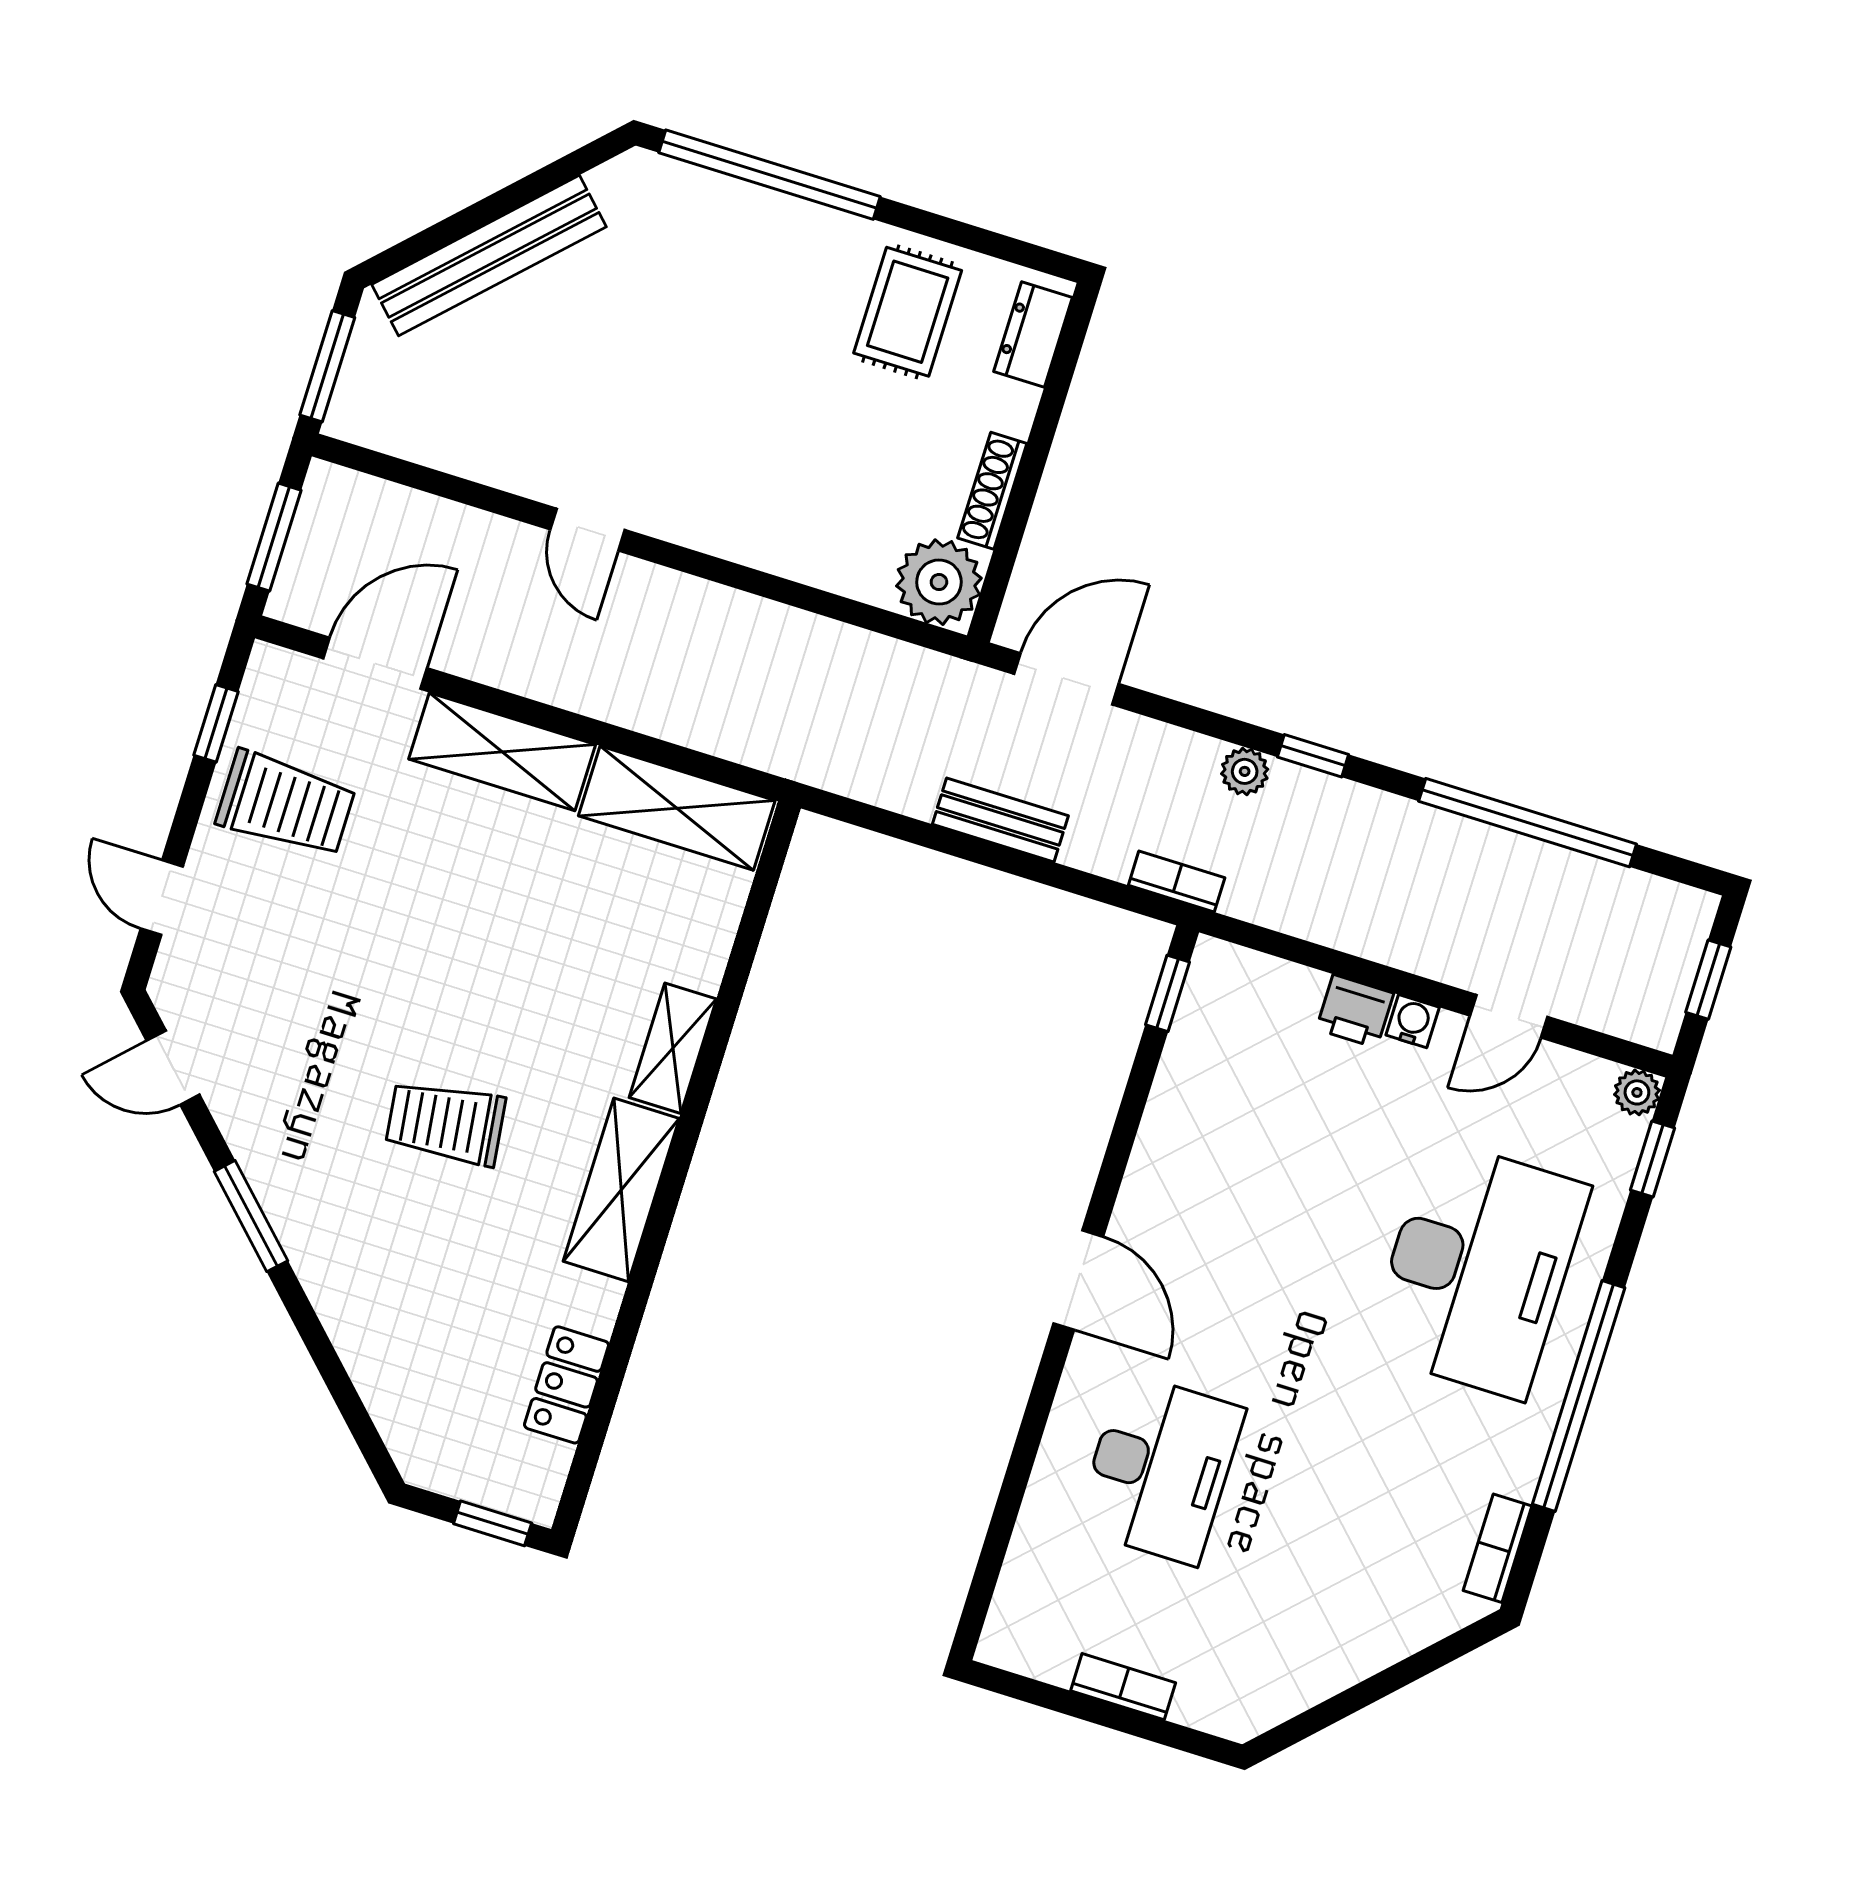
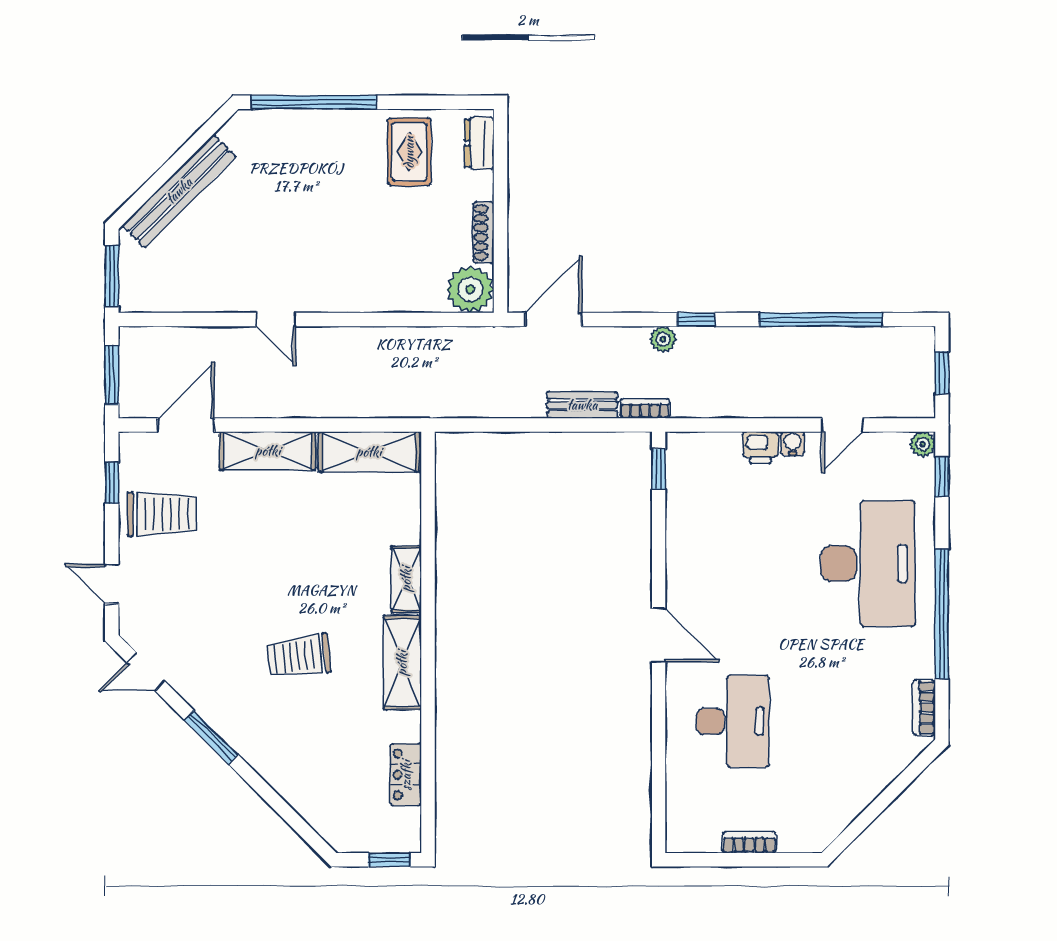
bench: (1000, 820) -> (582, 405), moved

